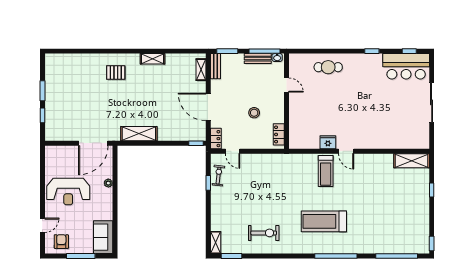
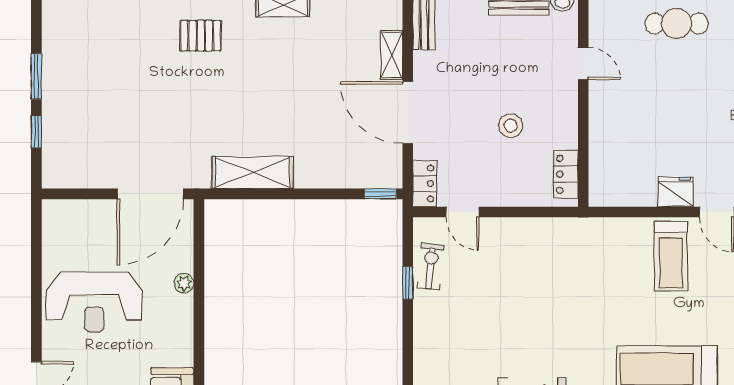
shelving: (201, 70) -> (392, 55), moved

